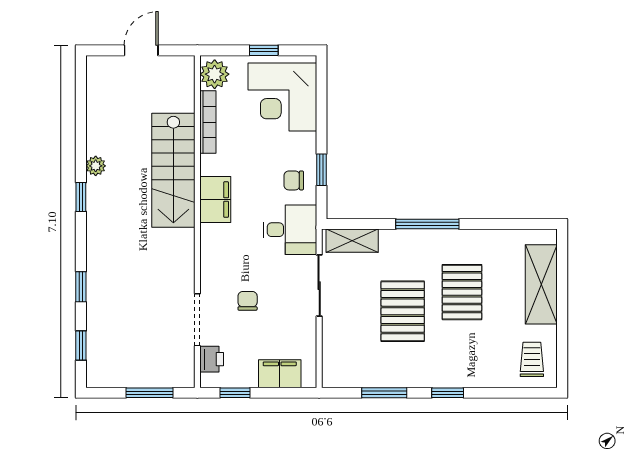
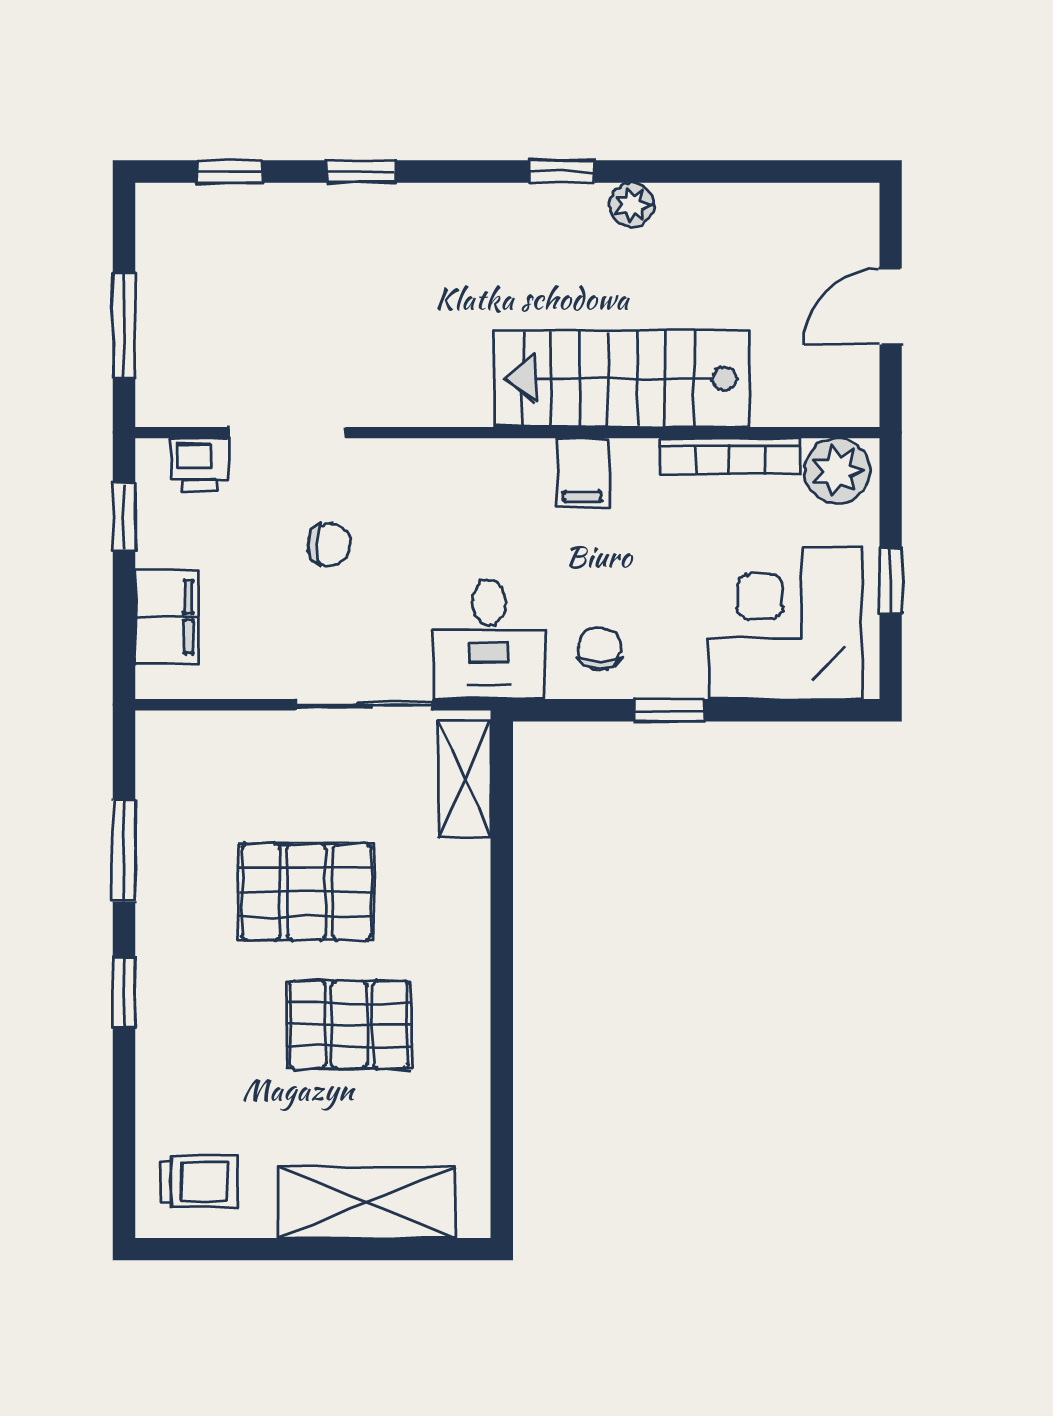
door: (141, 50) -> (891, 306), swing flipped
window: (322, 170) -> (669, 710), moved
filing cabinet: (215, 200) -> (582, 473), width x0.50
window: (427, 224) -> (502, 947), removed

